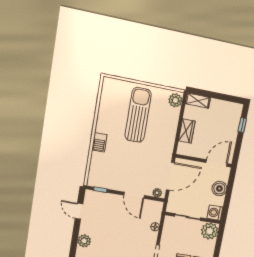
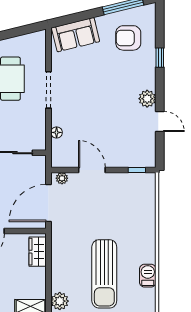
wardrobe: (187, 131) -> (38, 252), moved
barbecue: (99, 142) -> (148, 276), moved
door: (79, 211) -> (160, 122), moved

